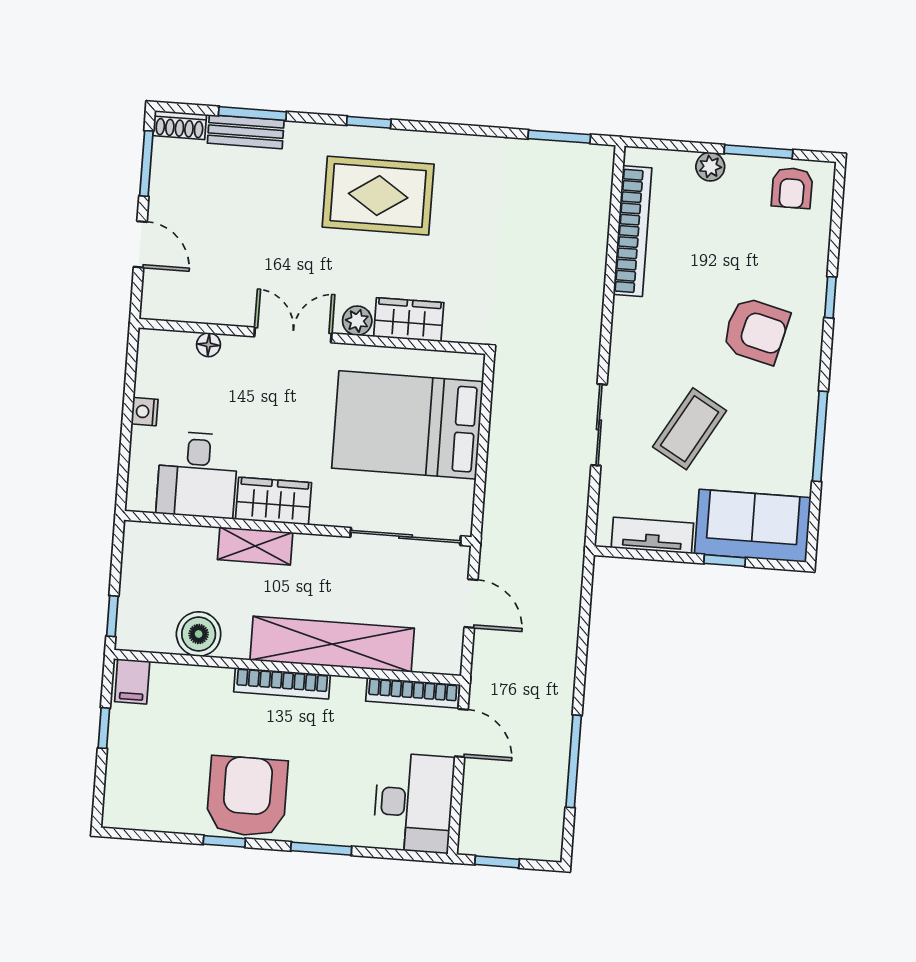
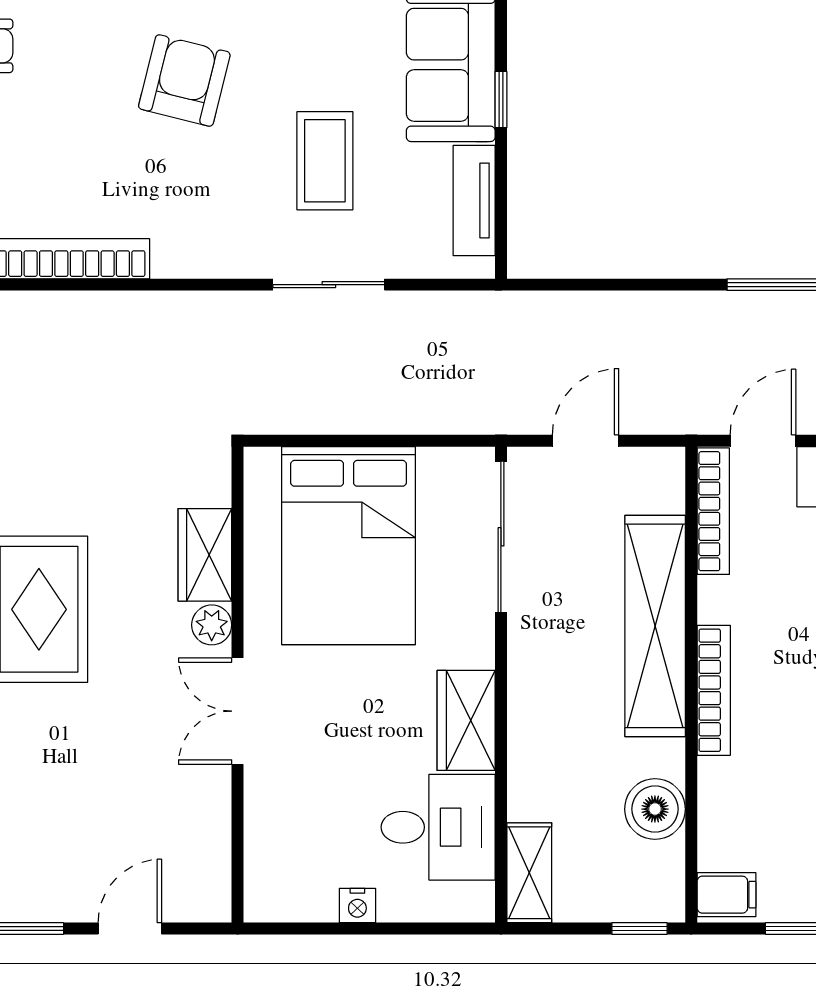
floor lamp: (208, 345) -> (260, 825), removed
coffee table: (690, 429) -> (325, 161), turned 60
shelving: (255, 546) -> (529, 873), moved

